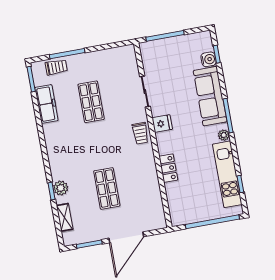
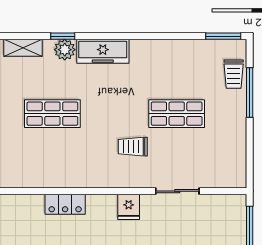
freezer: (46, 104) -> (103, 51), moved
trolley: (140, 133) -> (133, 147), moved

